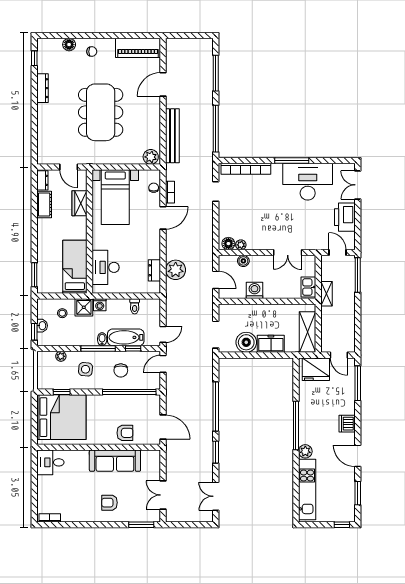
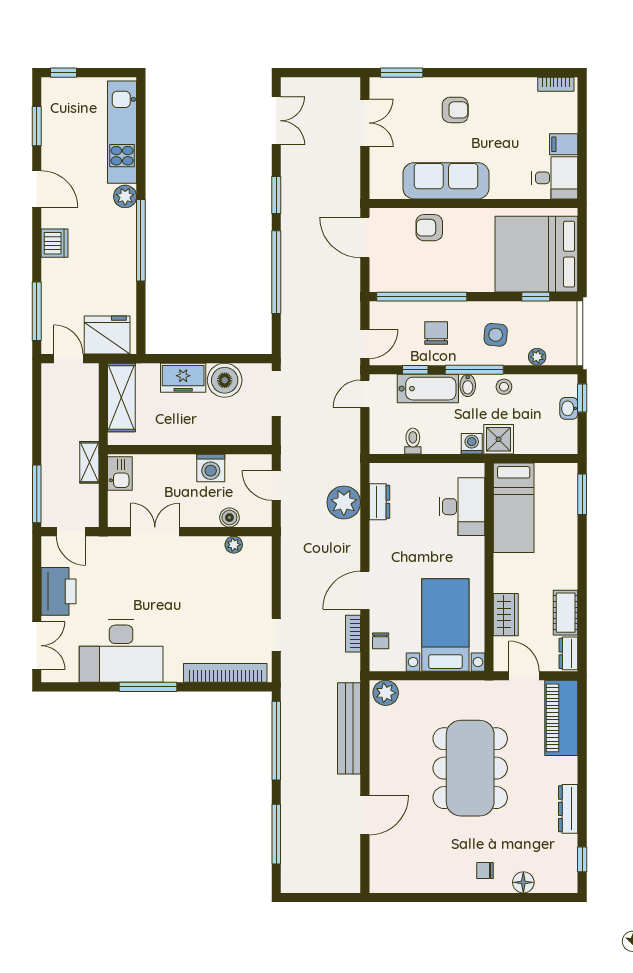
piano: (138, 48) -> (561, 718), moved, turned -90
floor lamp: (228, 244) -> (255, 547), removed
stool: (62, 313) -> (504, 387), moved
filing cabinet: (45, 482) -> (564, 144), added

